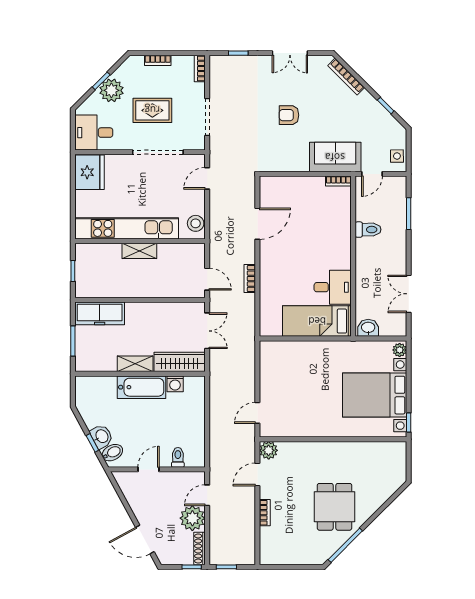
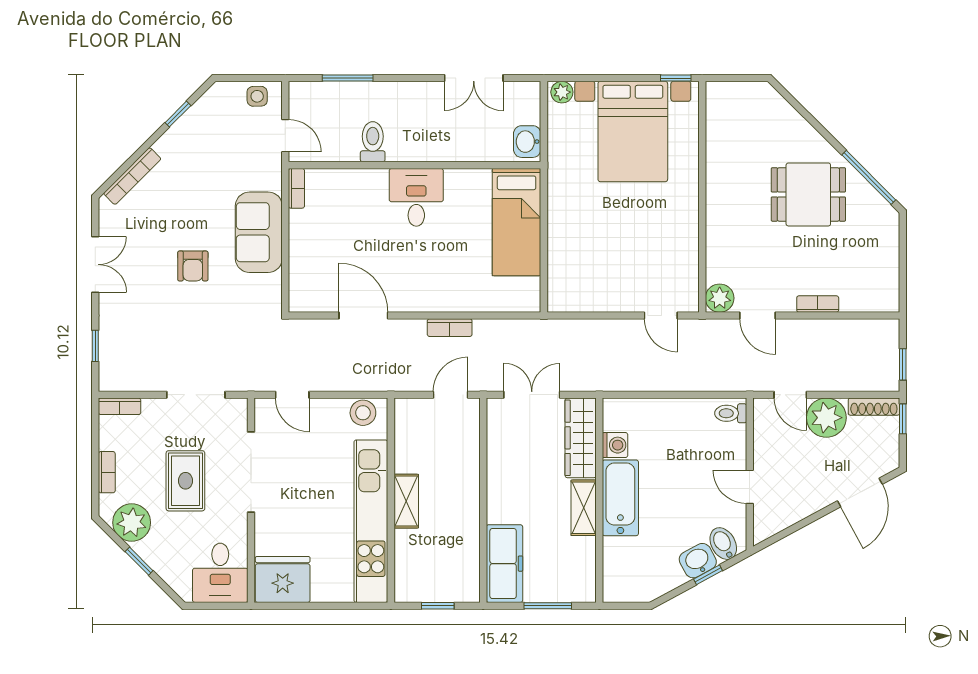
plant: (111, 90) -> (132, 523), moved
sofa: (335, 157) -> (259, 232), moved
desk: (333, 287) -> (416, 197), moved
toilet: (178, 457) -> (731, 413), moved

